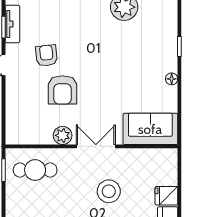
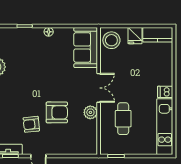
double door: (96, 146) -> (99, 88), swing flipped
cafe table: (35, 170) -> (123, 119), moved
stool: (109, 191) -> (111, 40), moved

